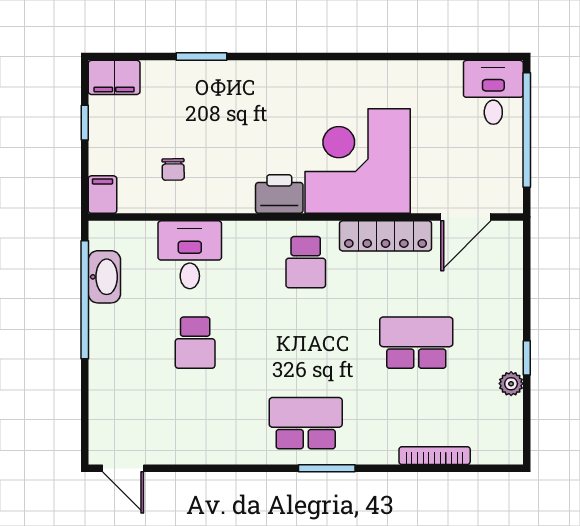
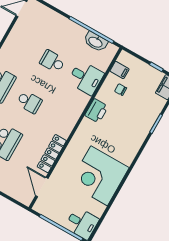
corner desk: (358, 161) -> (99, 176), moved, turned 180
printer: (279, 194) -> (97, 111), moved
filing cabinet: (102, 195) -> (120, 70), moved
school desk: (306, 262) -> (29, 102), moved, turned 180

